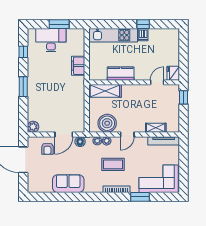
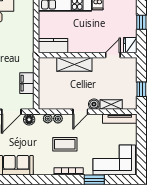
window: (183, 52) -> (141, 22), added
filing cabinet: (78, 66) -> (27, 83), moved
kitchen counter: (121, 74) -> (53, 46), moved
shelving: (105, 91) -> (74, 64), moved
window: (183, 97) -> (141, 89), moved
boiler: (107, 123) -> (94, 104), moved, width x0.54, depth x0.54

